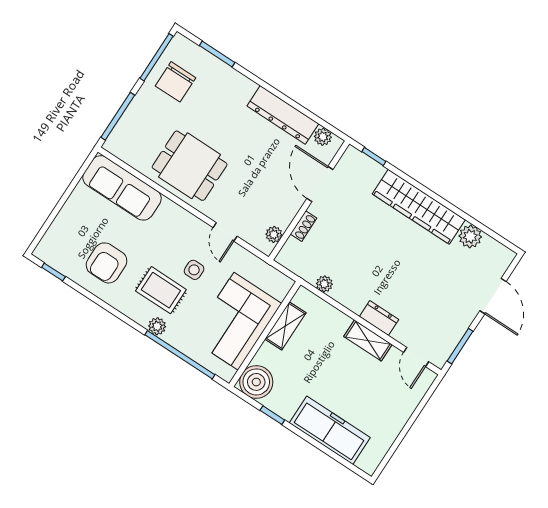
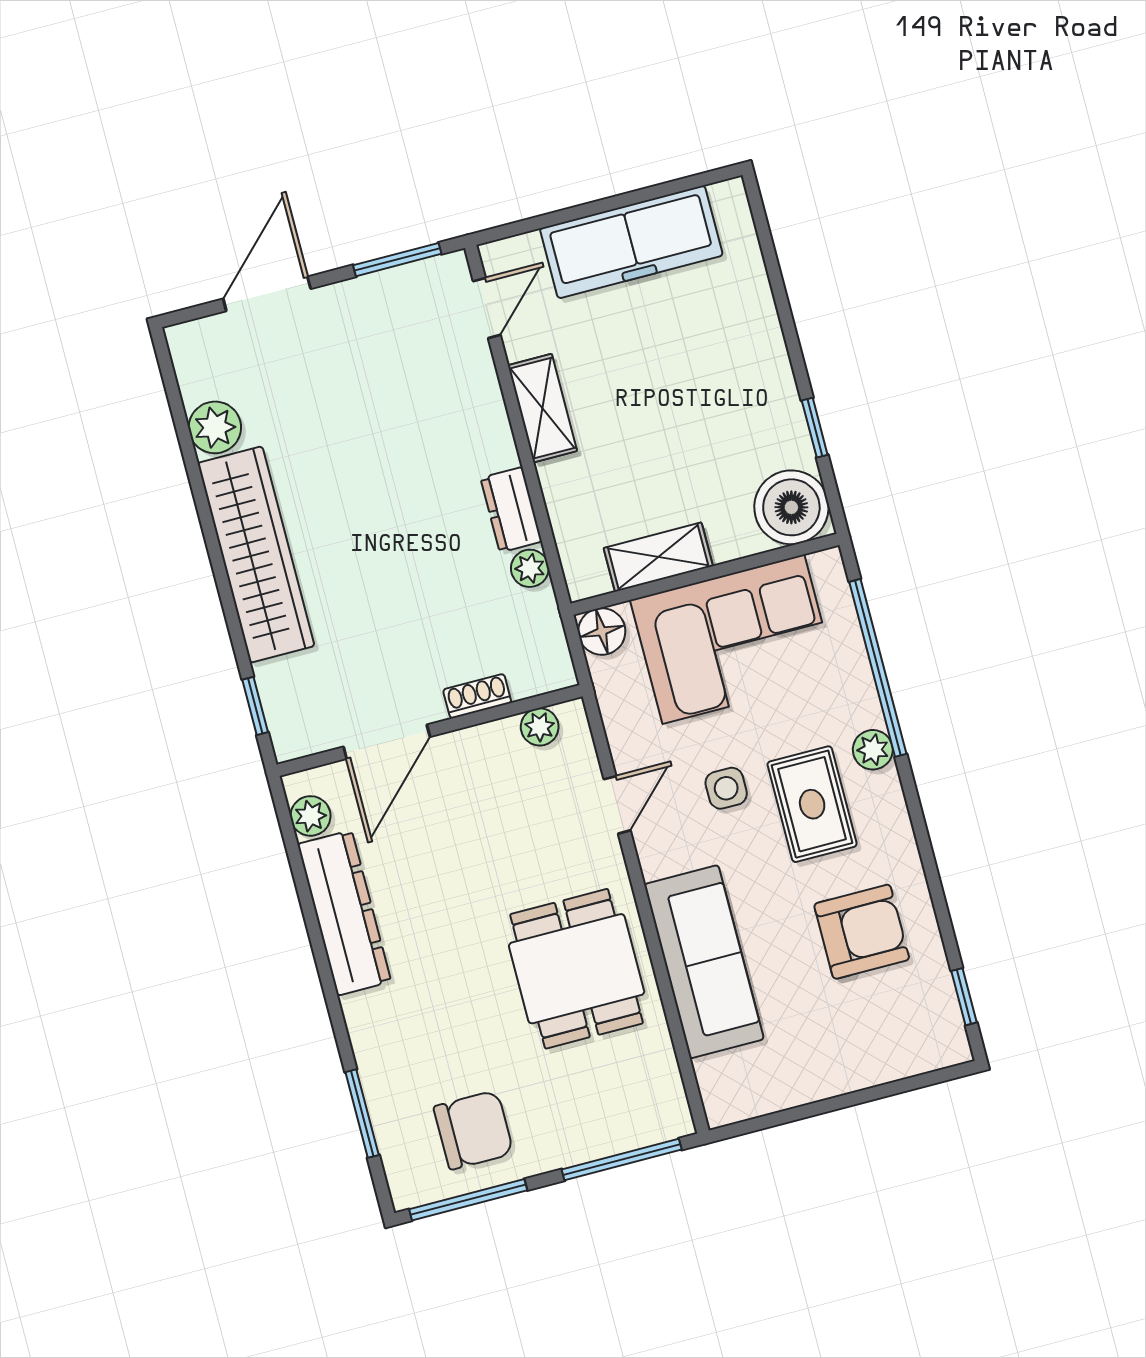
sofa: (122, 188) -> (704, 962), moved
floor lamp: (282, 285) -> (602, 631), added
dresser: (379, 318) -> (511, 510), moved
freezer: (330, 430) -> (631, 242), moved, turned -90

